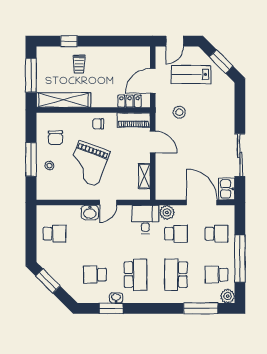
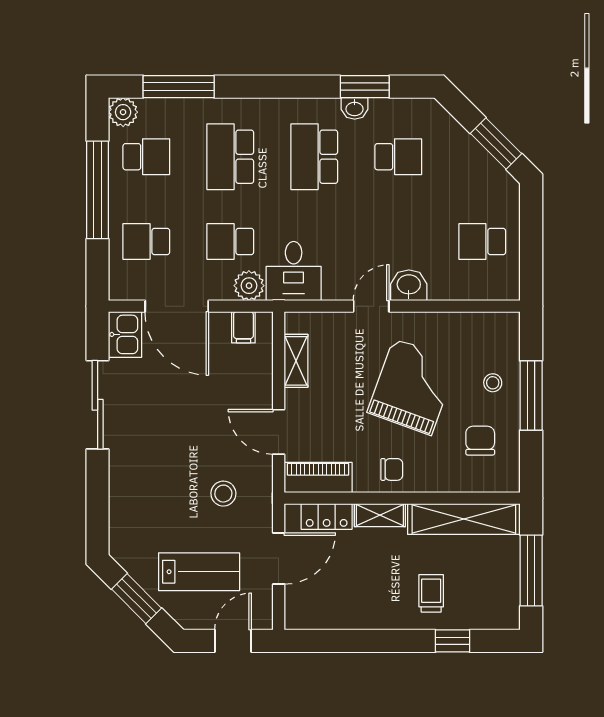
shelving: (104, 102) -> (380, 515), added
filing cabinet: (170, 192) -> (243, 327), added
school desk: (176, 275) -> (230, 157), turned 180

